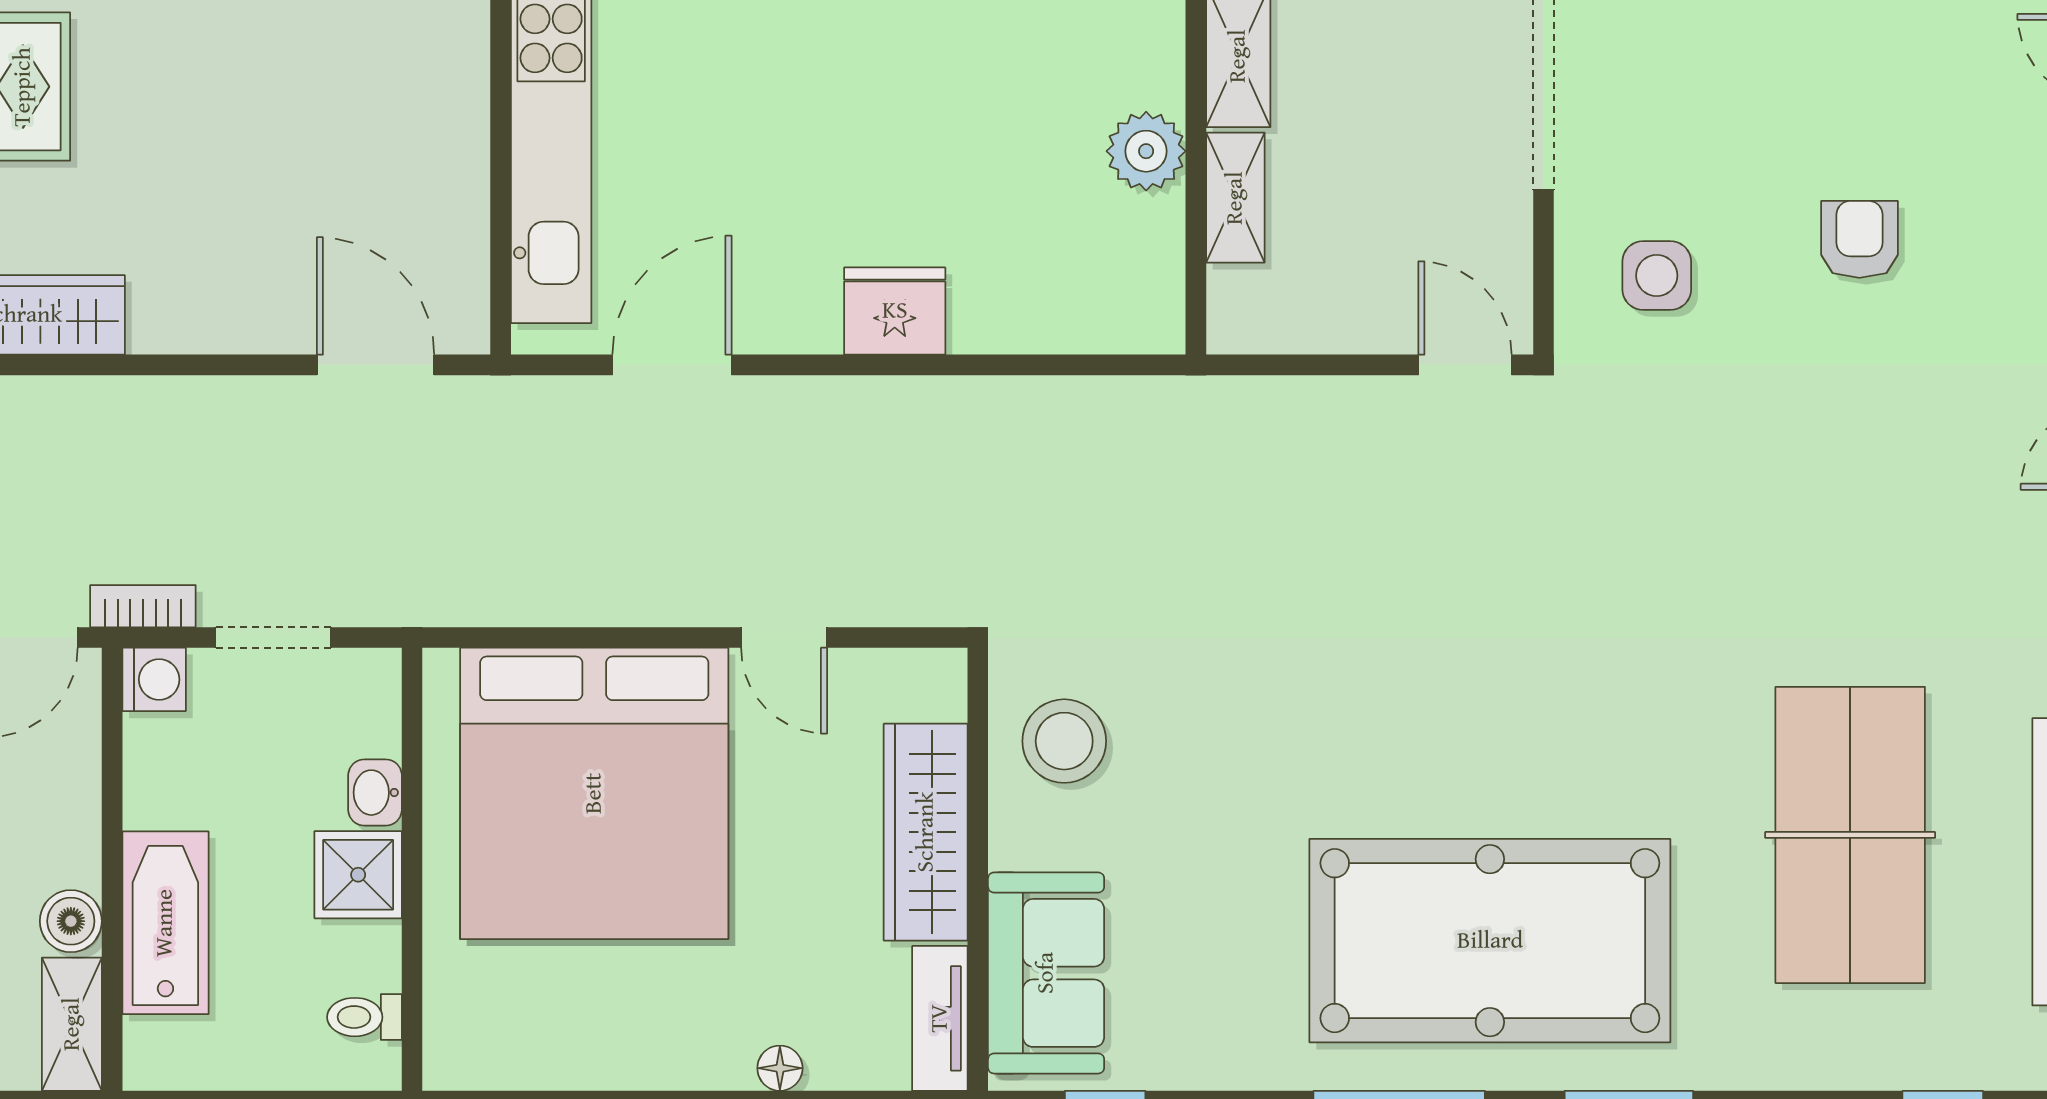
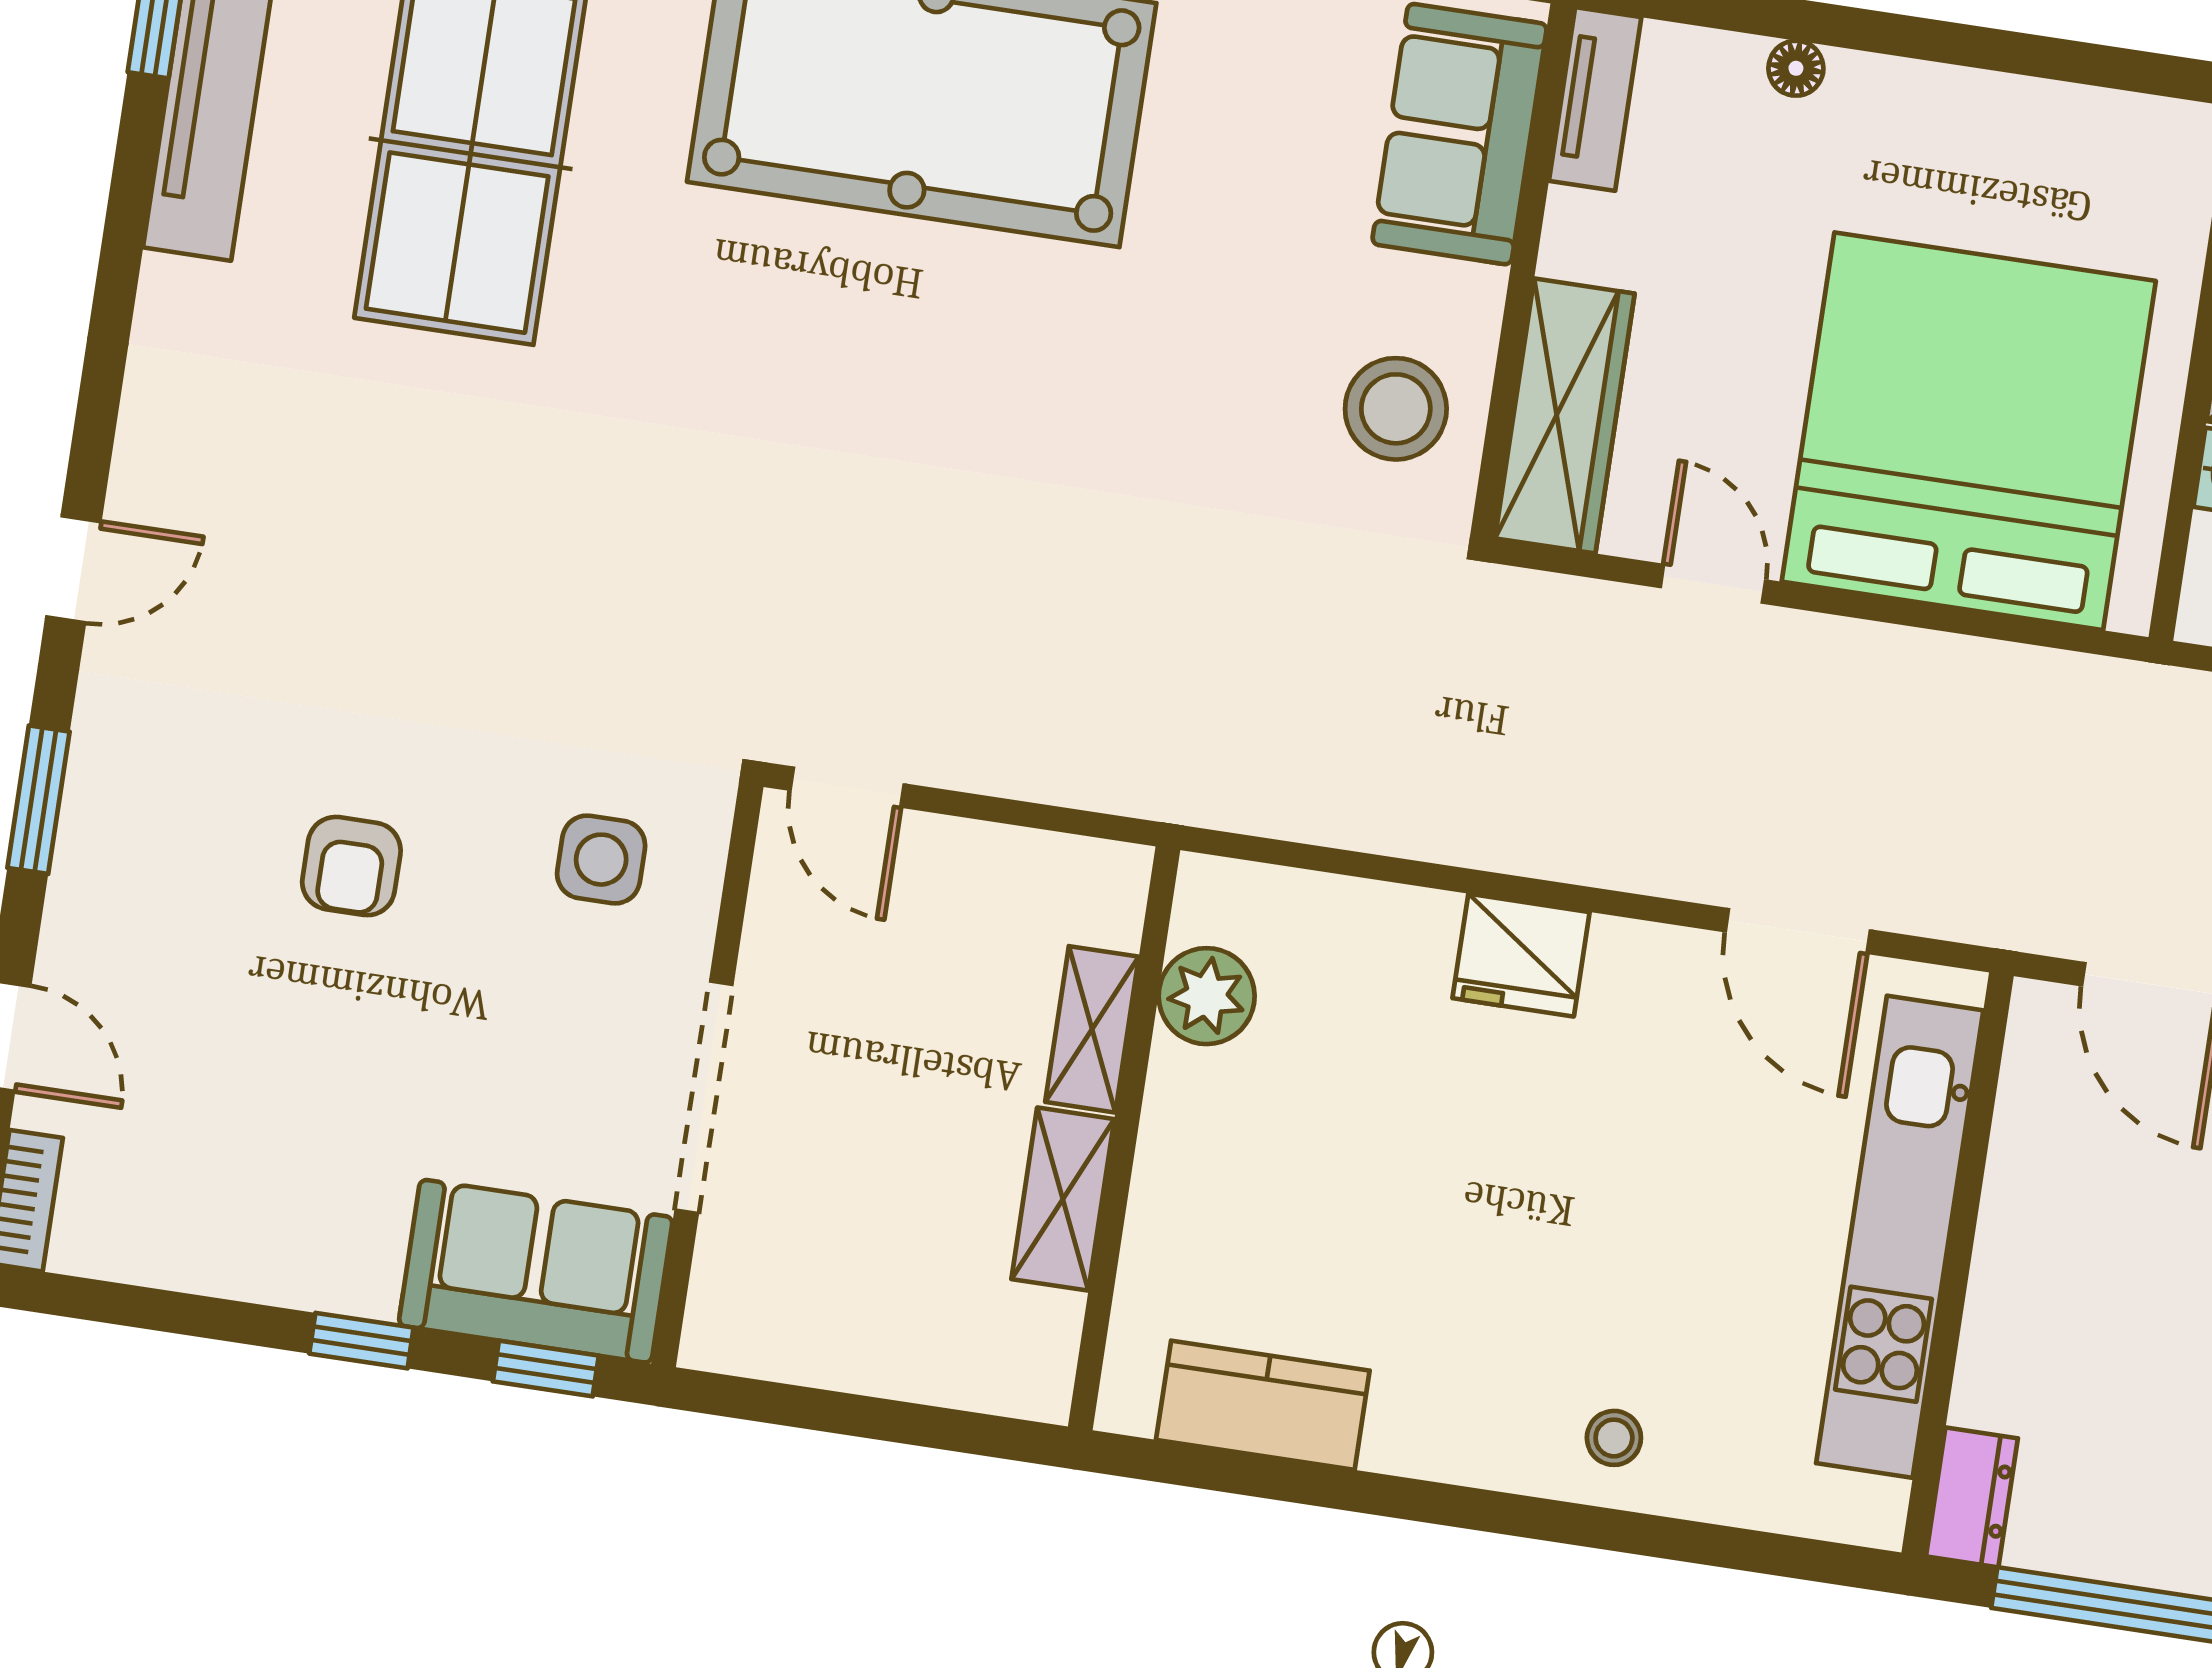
plant: (1146, 151) -> (1207, 996), moved
door: (672, 365) -> (1798, 931), hinge flipped
wardrobe: (926, 832) -> (1565, 416), moved

